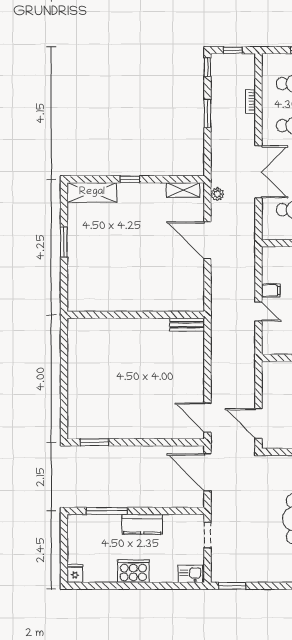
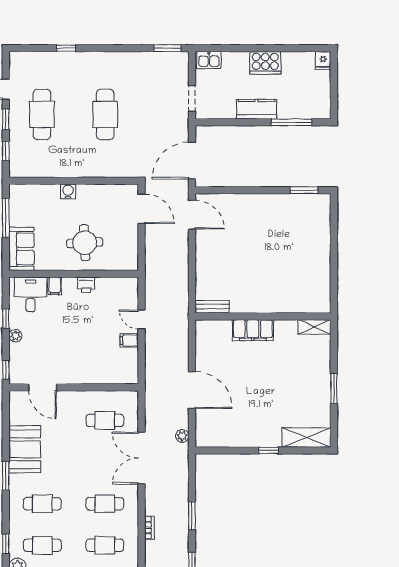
shelving: (183, 190) -> (314, 327), moved
filing cabinet: (146, 301) -> (253, 330), added
door: (207, 472) -> (192, 161), swing flipped

